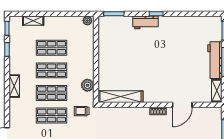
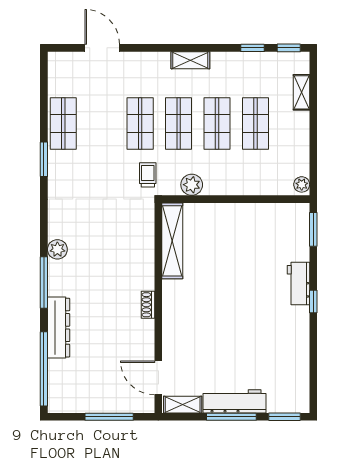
door: (182, 105) -> (158, 378), moved

